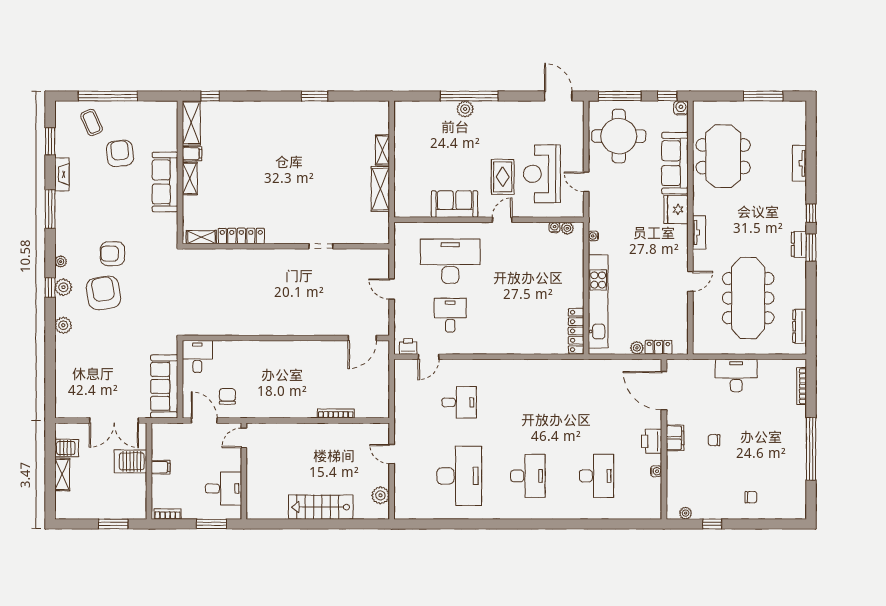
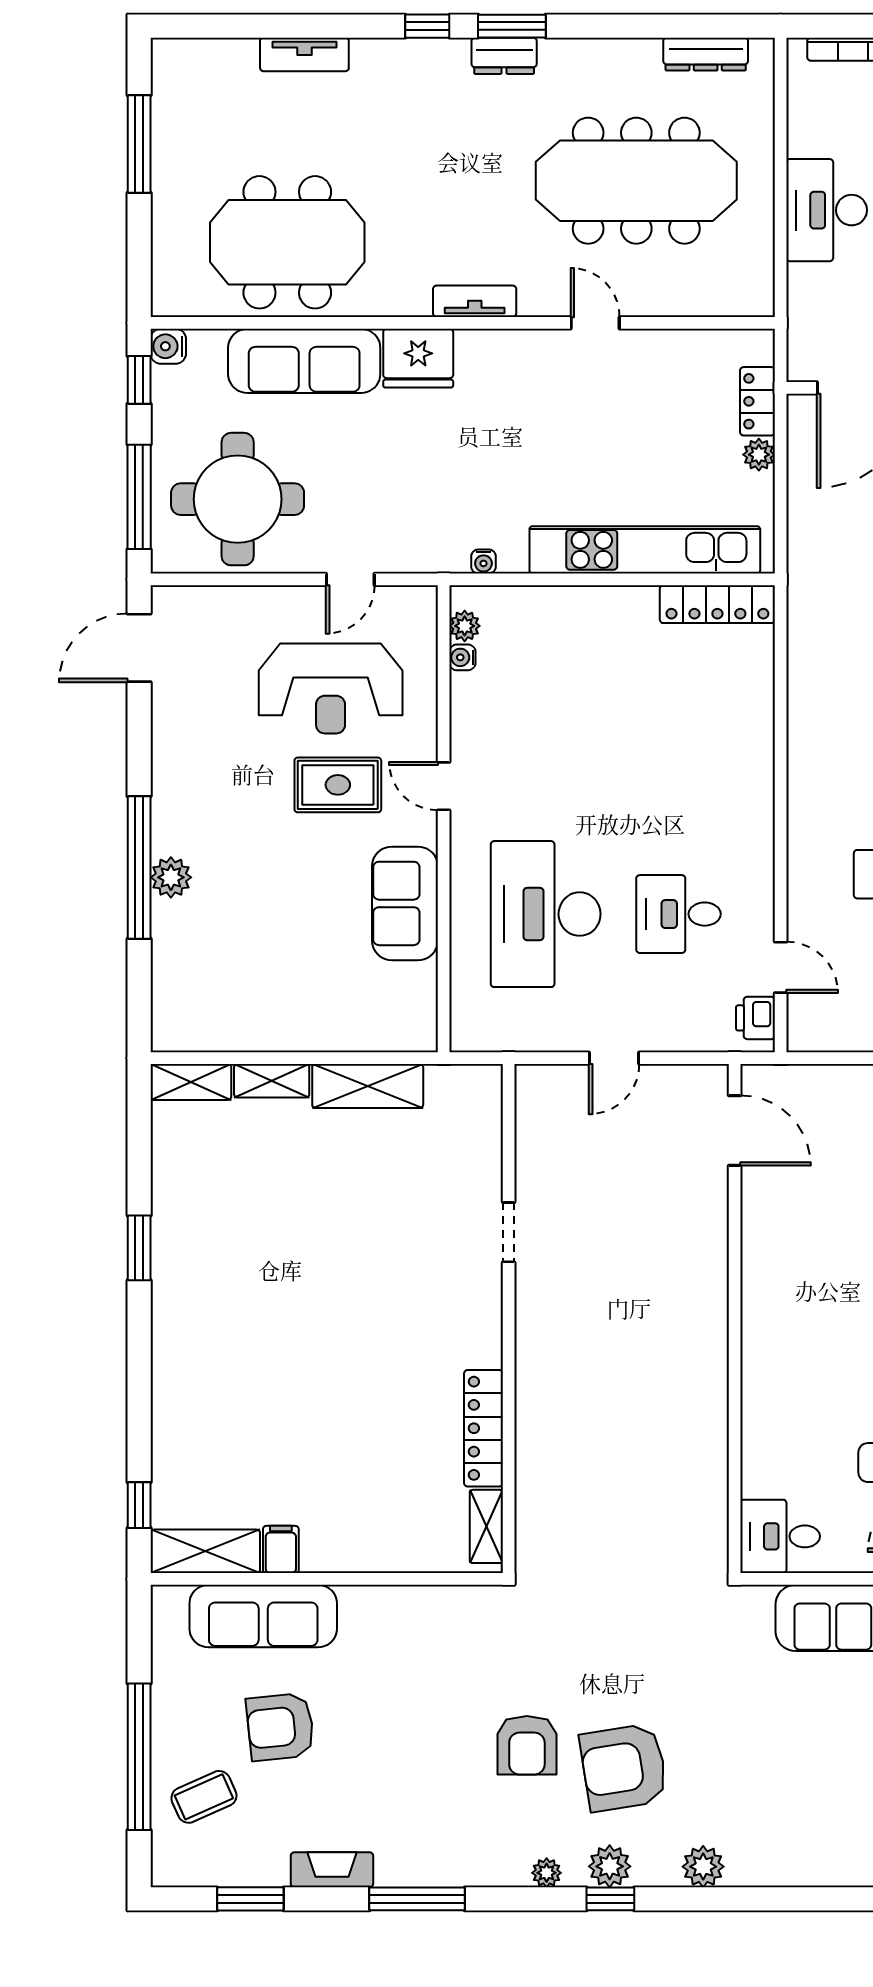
shelving: (190, 179) -> (191, 1082), moved
sofa: (165, 182) -> (263, 1616), moved

